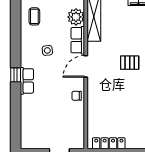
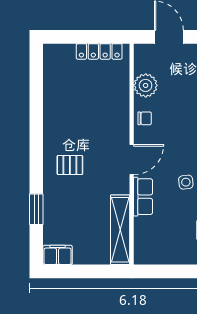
plant: (76, 17) -> (146, 85), moved

